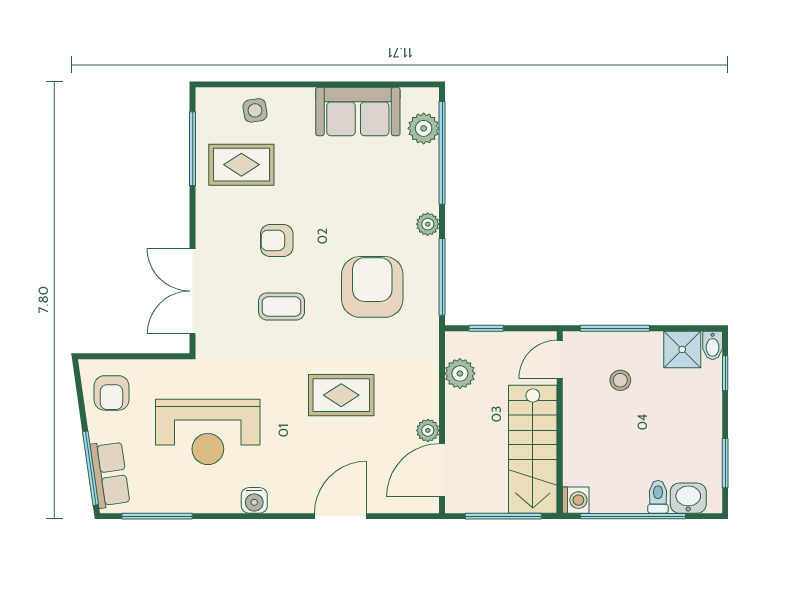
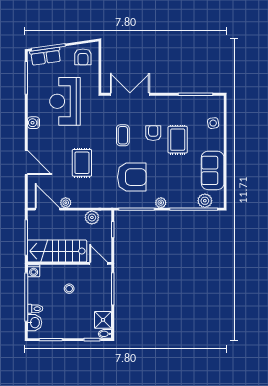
rug: (241, 165) -> (178, 140), moved
stool: (620, 380) -> (69, 289), moved
armchair: (111, 393) -> (83, 57), turned -90

